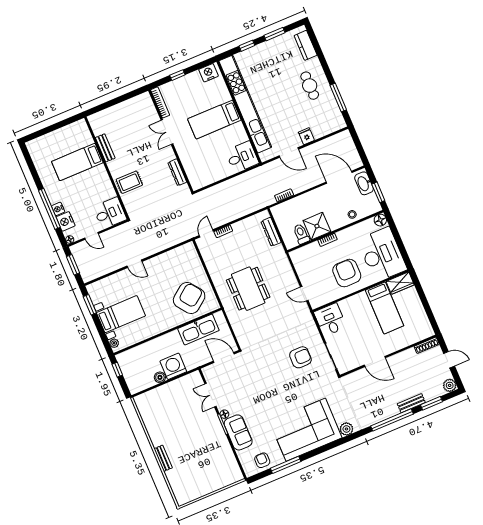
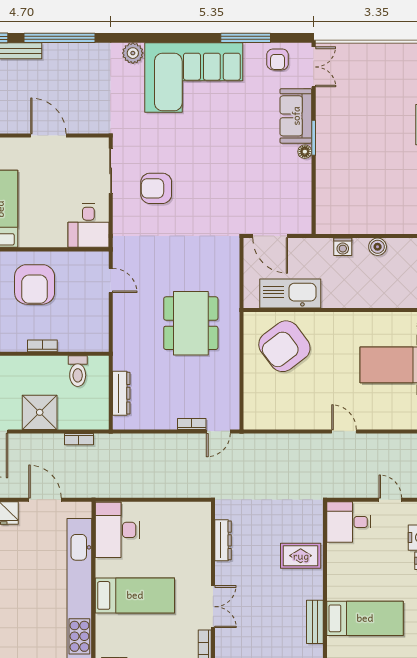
desk: (242, 157) -> (117, 530), width x1.37
shower: (317, 226) -> (40, 412), moved
washing machine: (173, 366) -> (343, 247), width x0.53, depth x0.53
double door: (210, 395) -> (314, 67), moved

